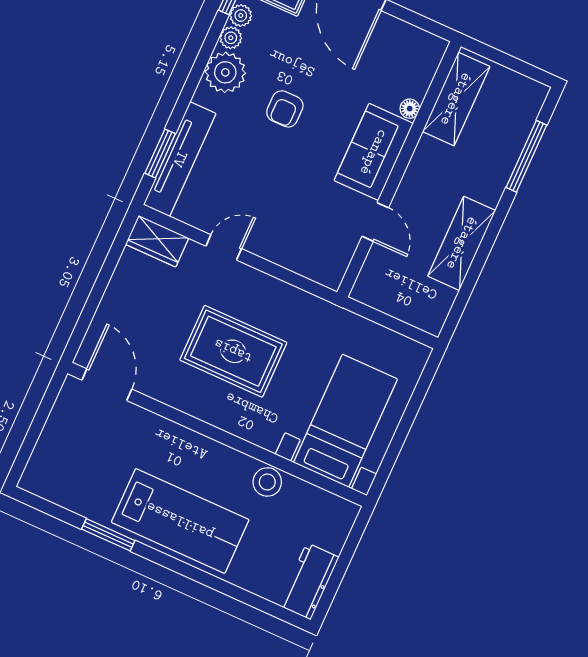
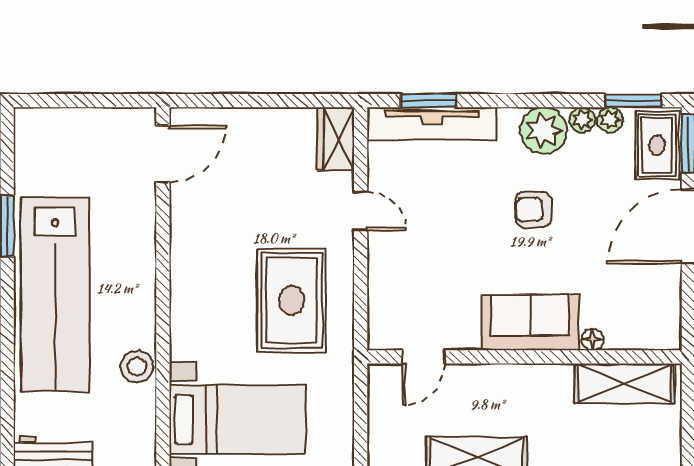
door: (375, 222) -> (423, 357), moved
rug: (233, 351) -> (292, 300), moved
lab bench: (180, 521) -> (55, 294), width x1.36

